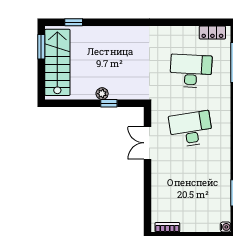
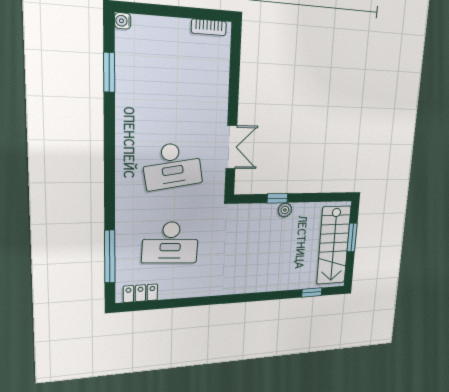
window: (41, 47) -> (352, 237), moved

